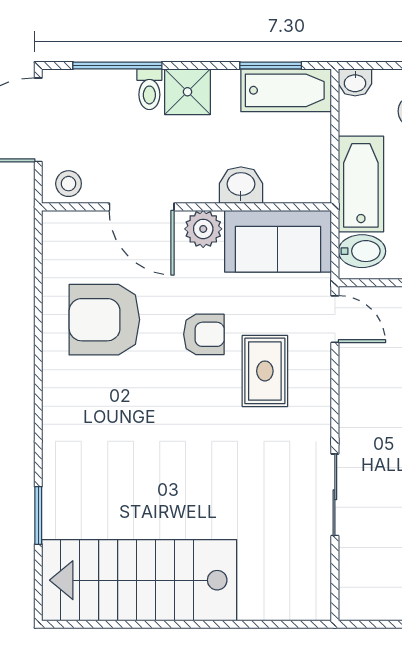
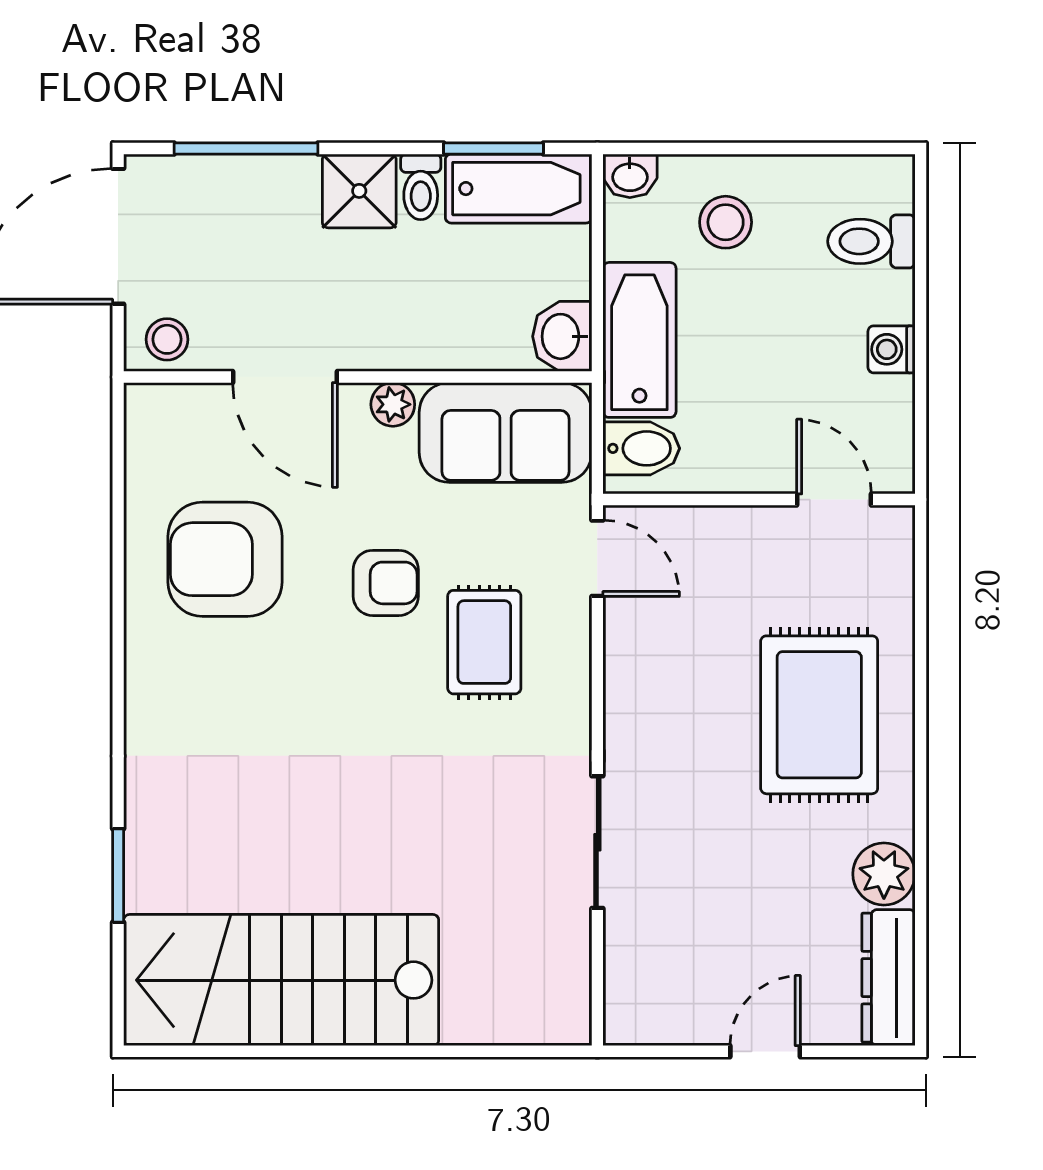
toilet: (149, 89) -> (421, 187), moved
washbasin: (241, 185) -> (562, 336), moved, turned -90
plant: (203, 229) -> (393, 404), width x0.73, depth x0.73

